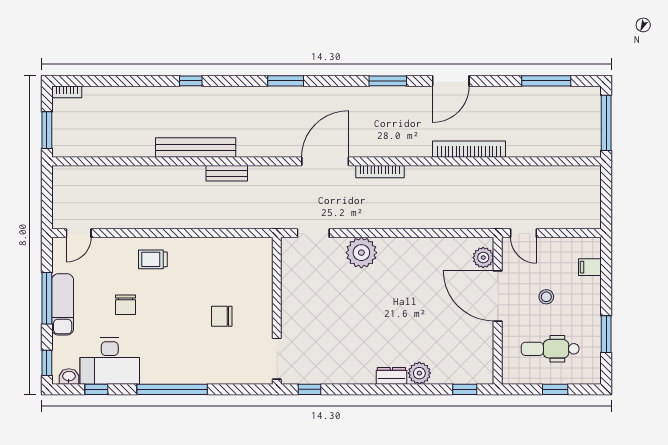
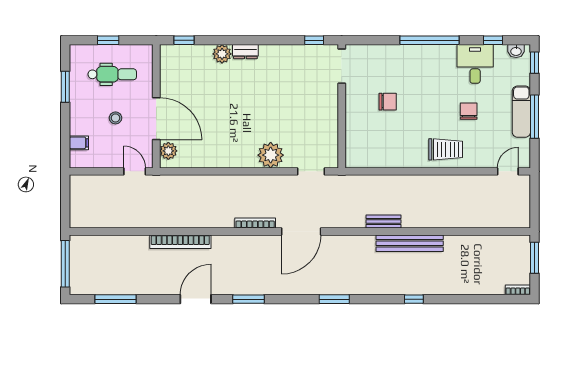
trolley: (153, 259) -> (446, 149), width x1.36, depth x1.39
desk: (110, 361) -> (475, 64), width x0.73

